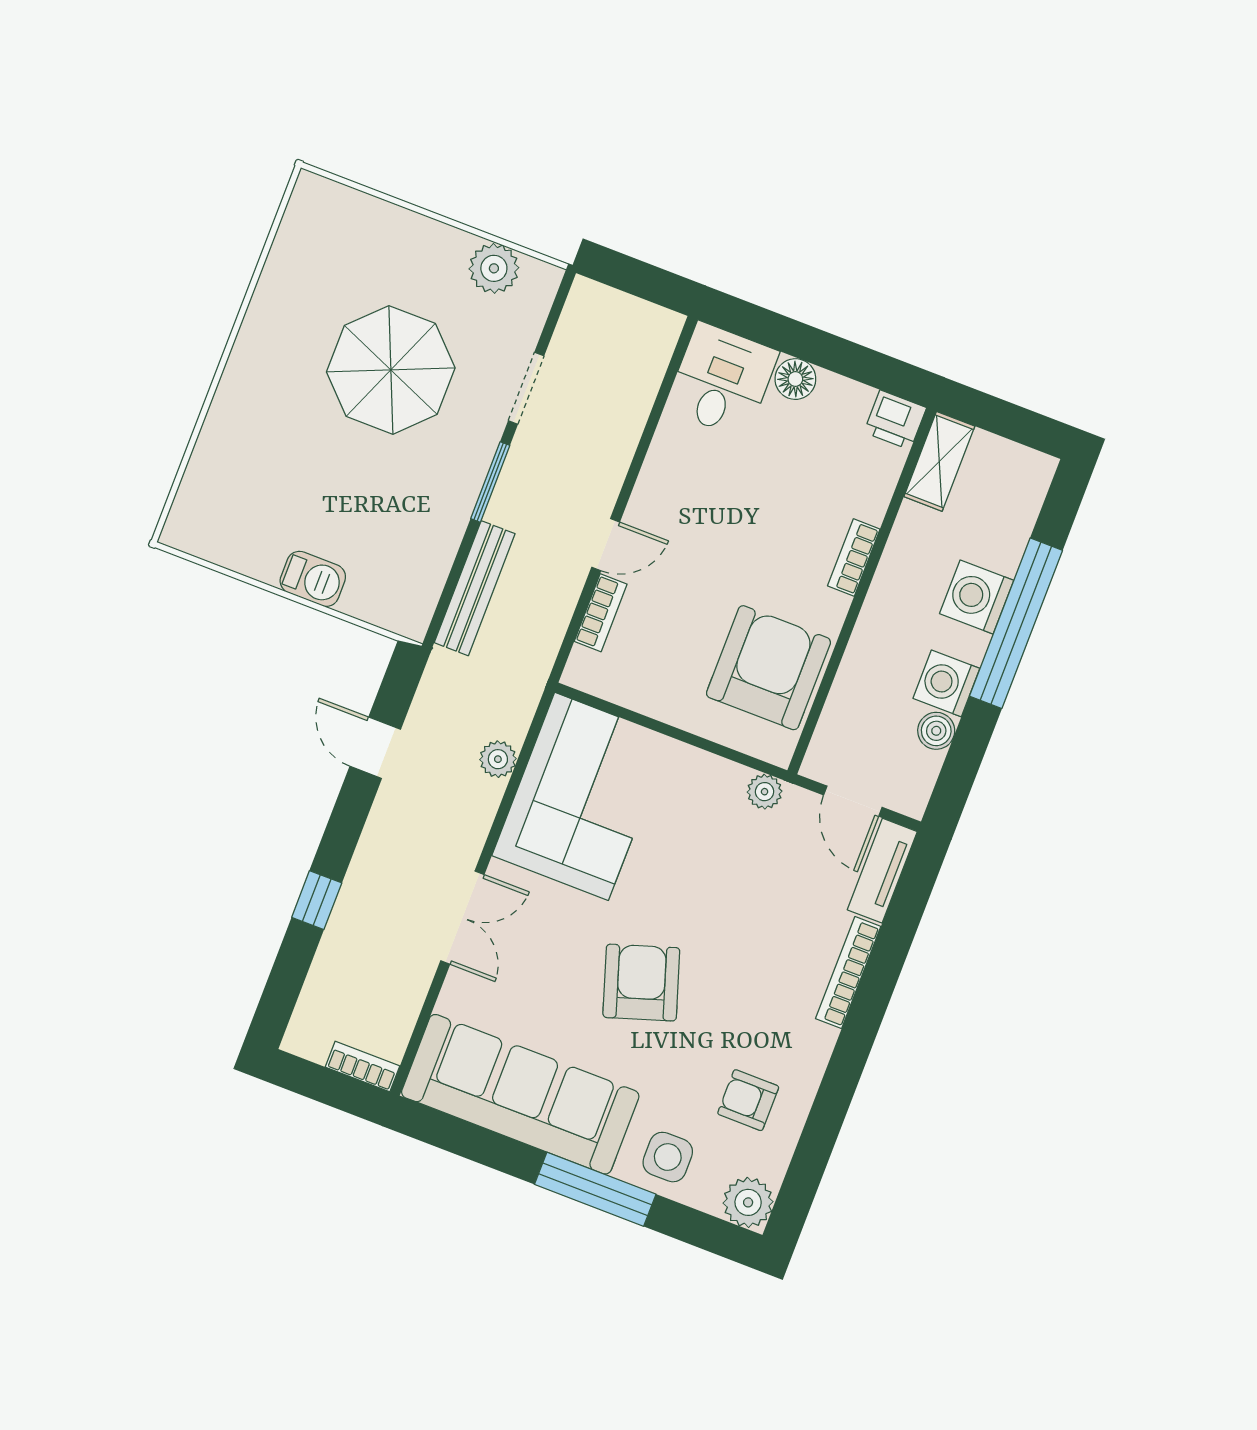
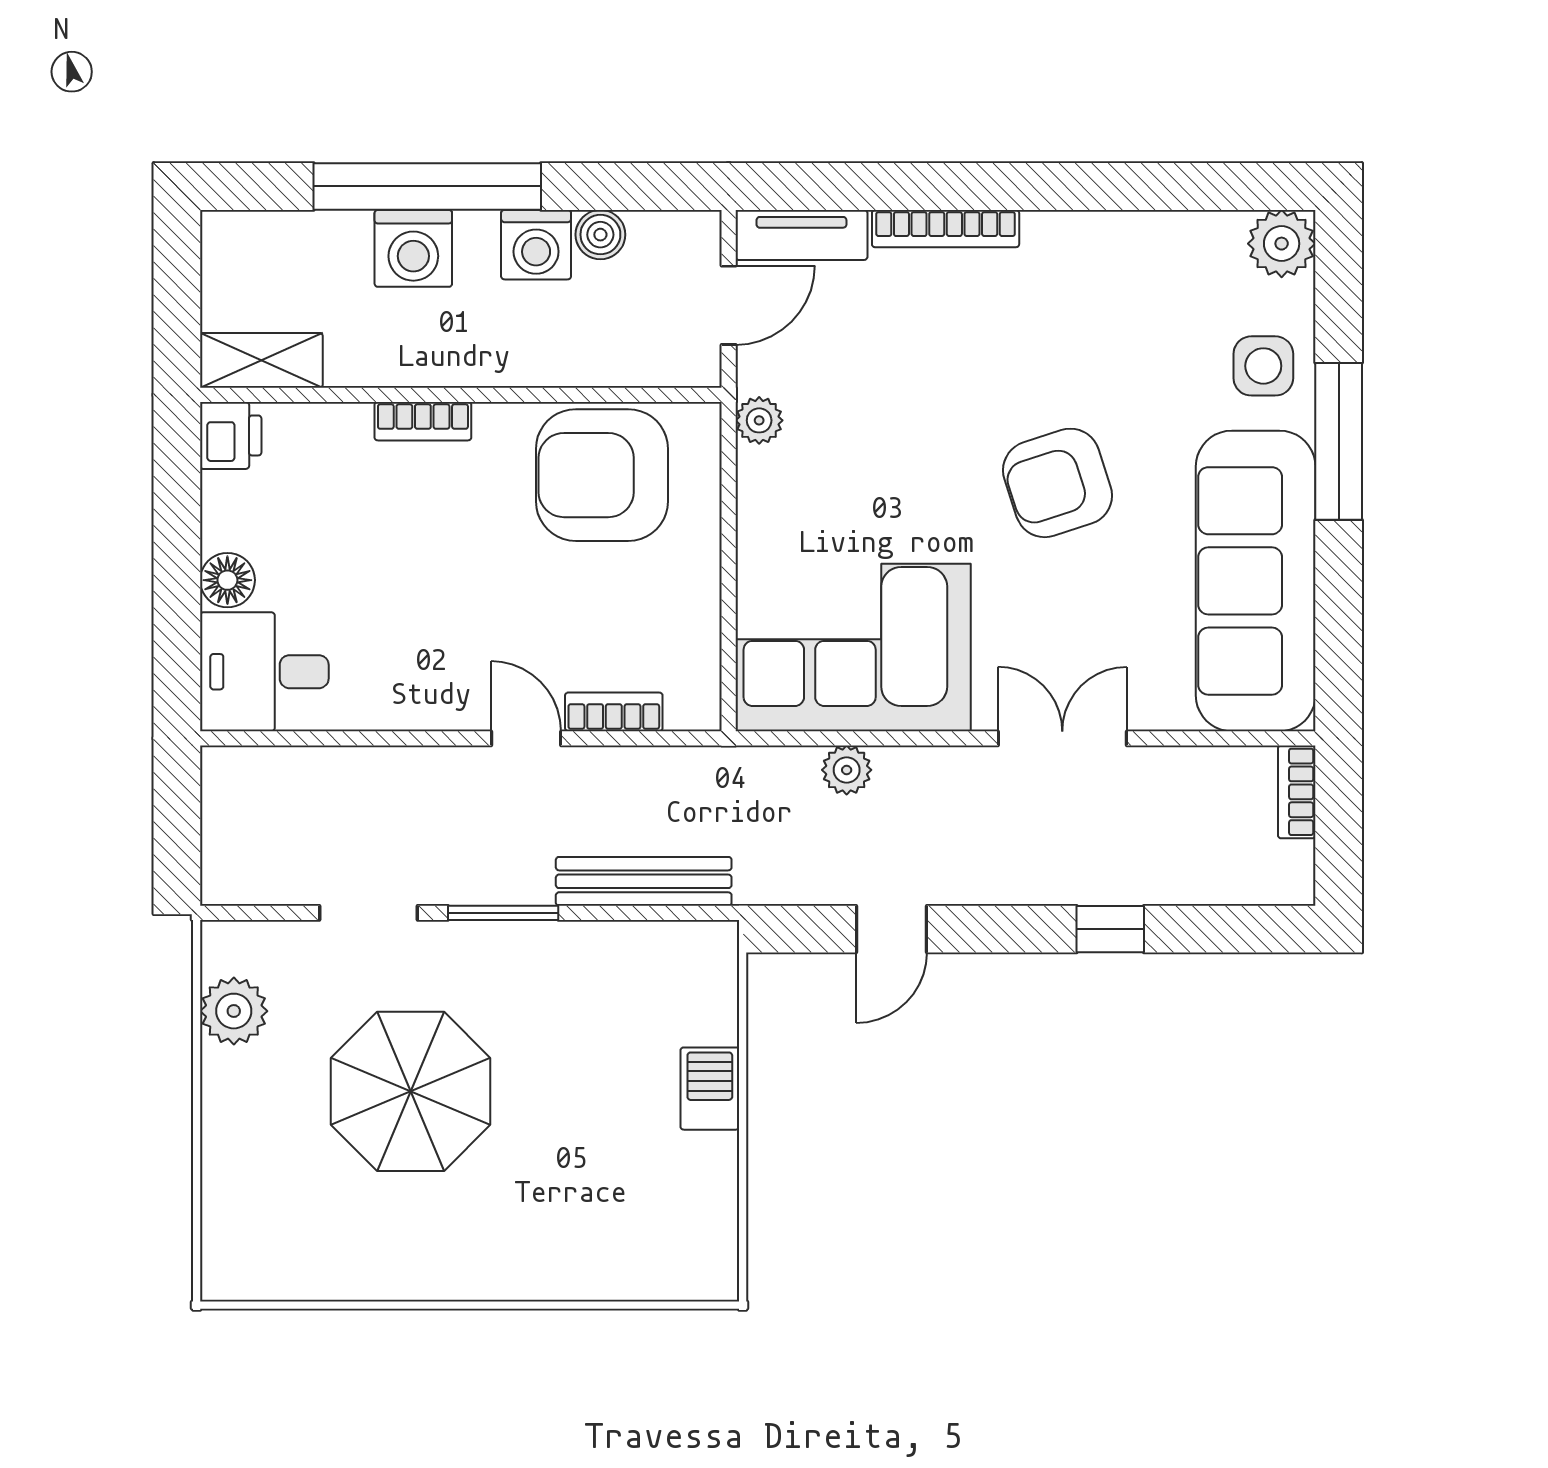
armchair: (748, 1100) -> (1153, 293), removed

